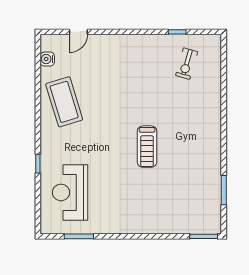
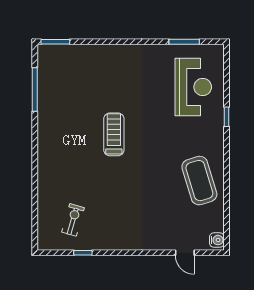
door: (78, 32) -> (185, 253), swing flipped
water cooler: (47, 59) -> (217, 240), moved
window: (224, 190) -> (35, 89), width x1.44

